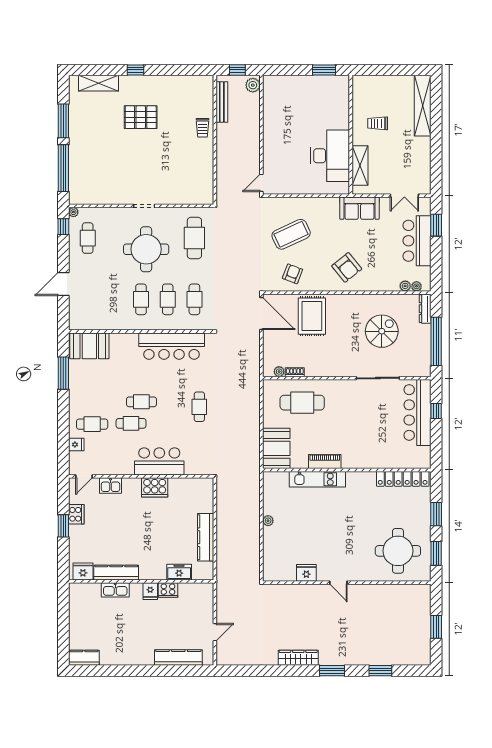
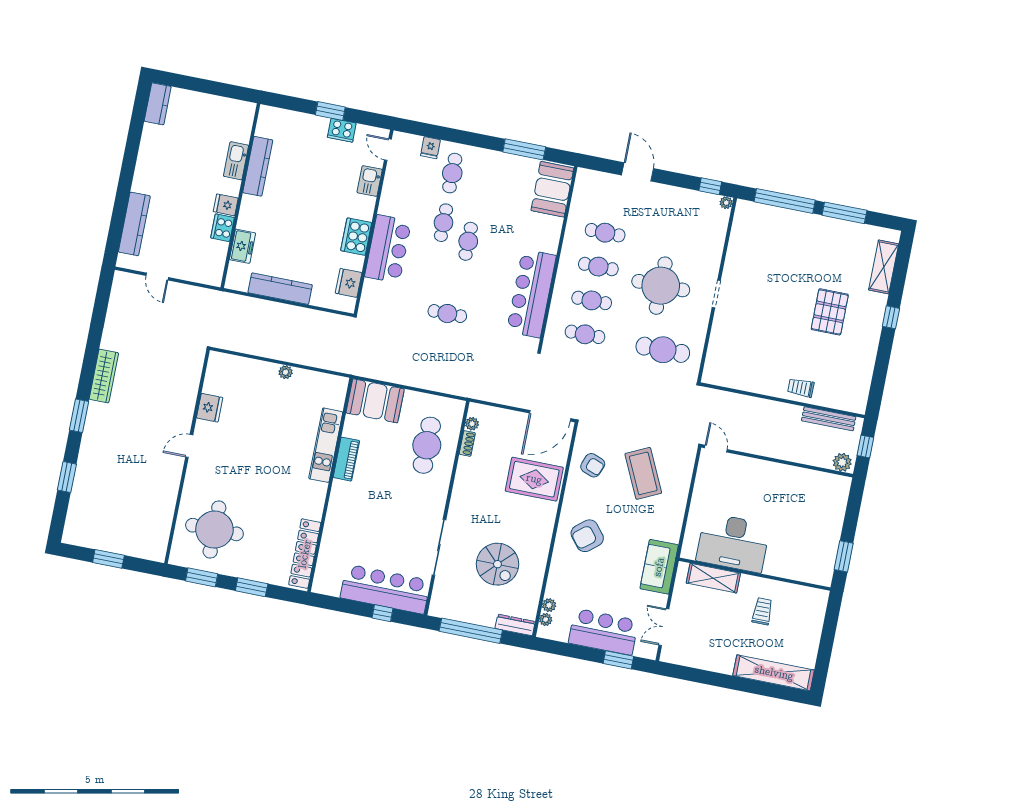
cafe table: (88, 238) -> (605, 233), moved
fridge: (83, 571) -> (349, 283), moved, turned 180

